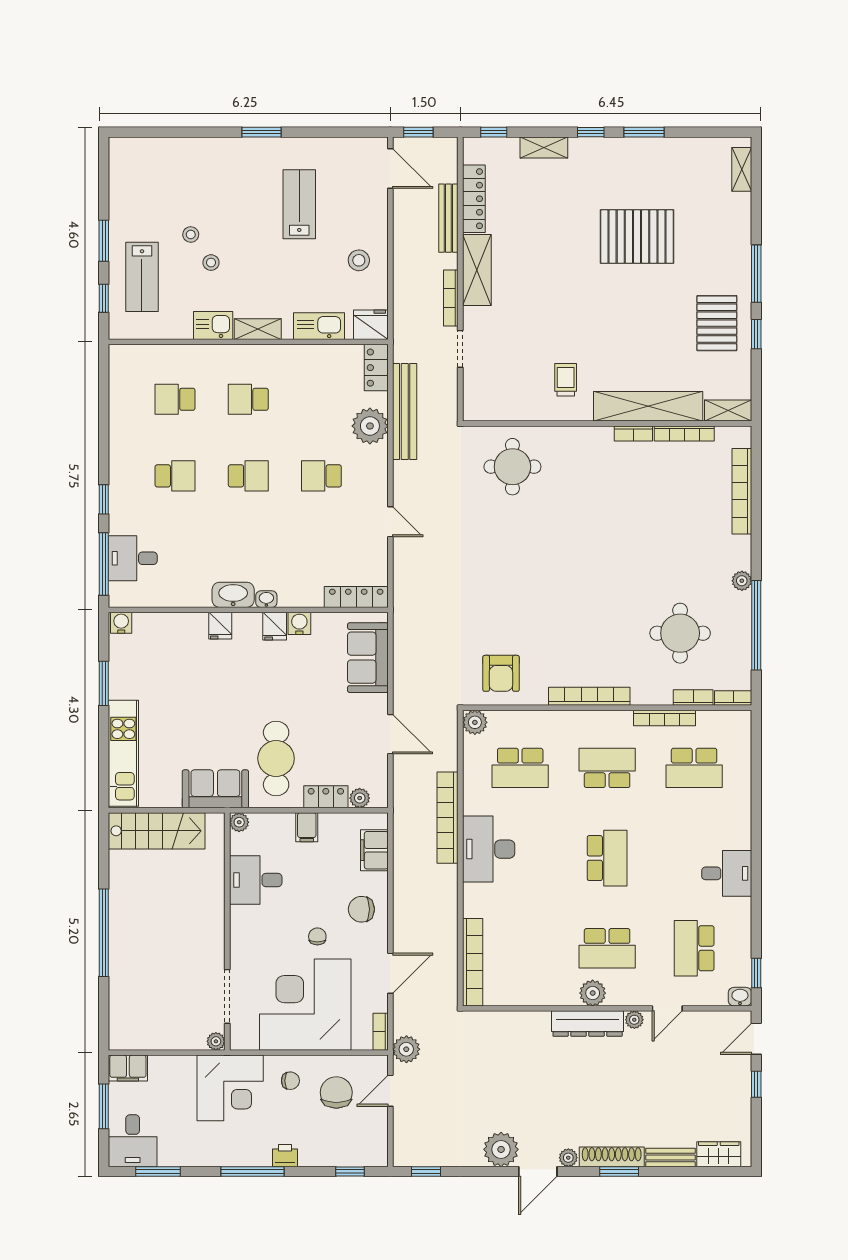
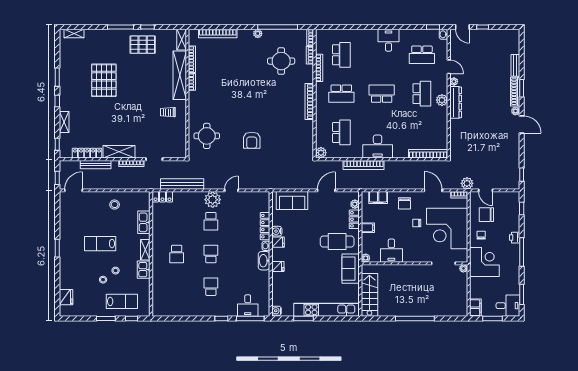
lab bench: (299, 204) -> (100, 244), moved
fridge: (371, 325) -> (66, 297), moved, turned 180
school desk: (175, 399) -> (177, 287), removed
plant: (370, 426) -> (213, 200), moved
locker: (356, 597) -> (265, 226), moved
armchair: (501, 673) -> (252, 140), moved, turned 90
kitchen unit: (123, 753) -> (326, 310), width x1.36
school desk: (607, 768) -> (341, 94), turned -90
plant: (501, 1149) -> (512, 141), removed
wardrobe: (719, 1154) -> (514, 44), removed

